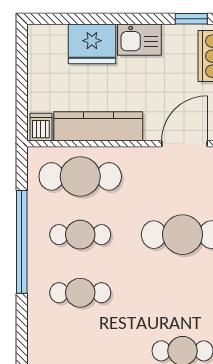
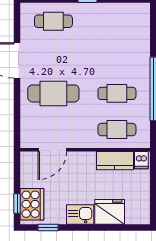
kitchen counter: (98, 126) -> (115, 161), width x0.67
cafe table: (80, 176) -> (117, 130), width x0.73, depth x0.74
cafe table: (80, 293) -> (117, 57), removed

